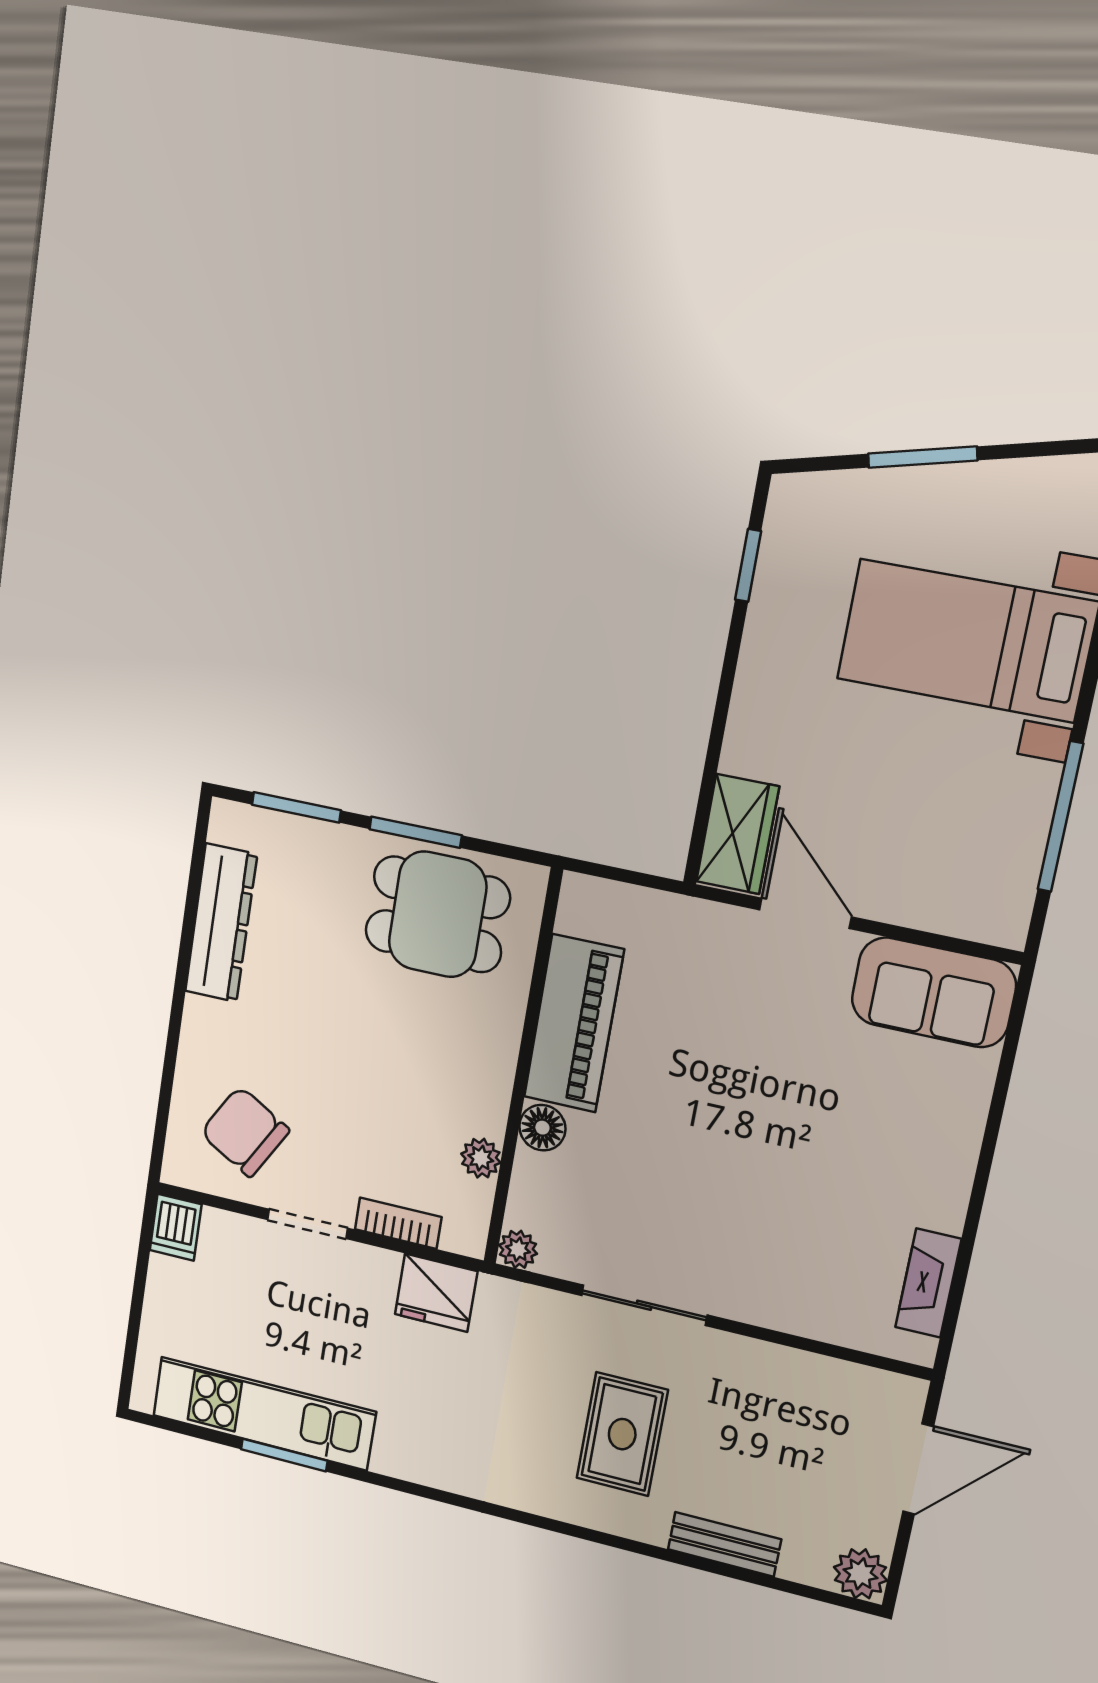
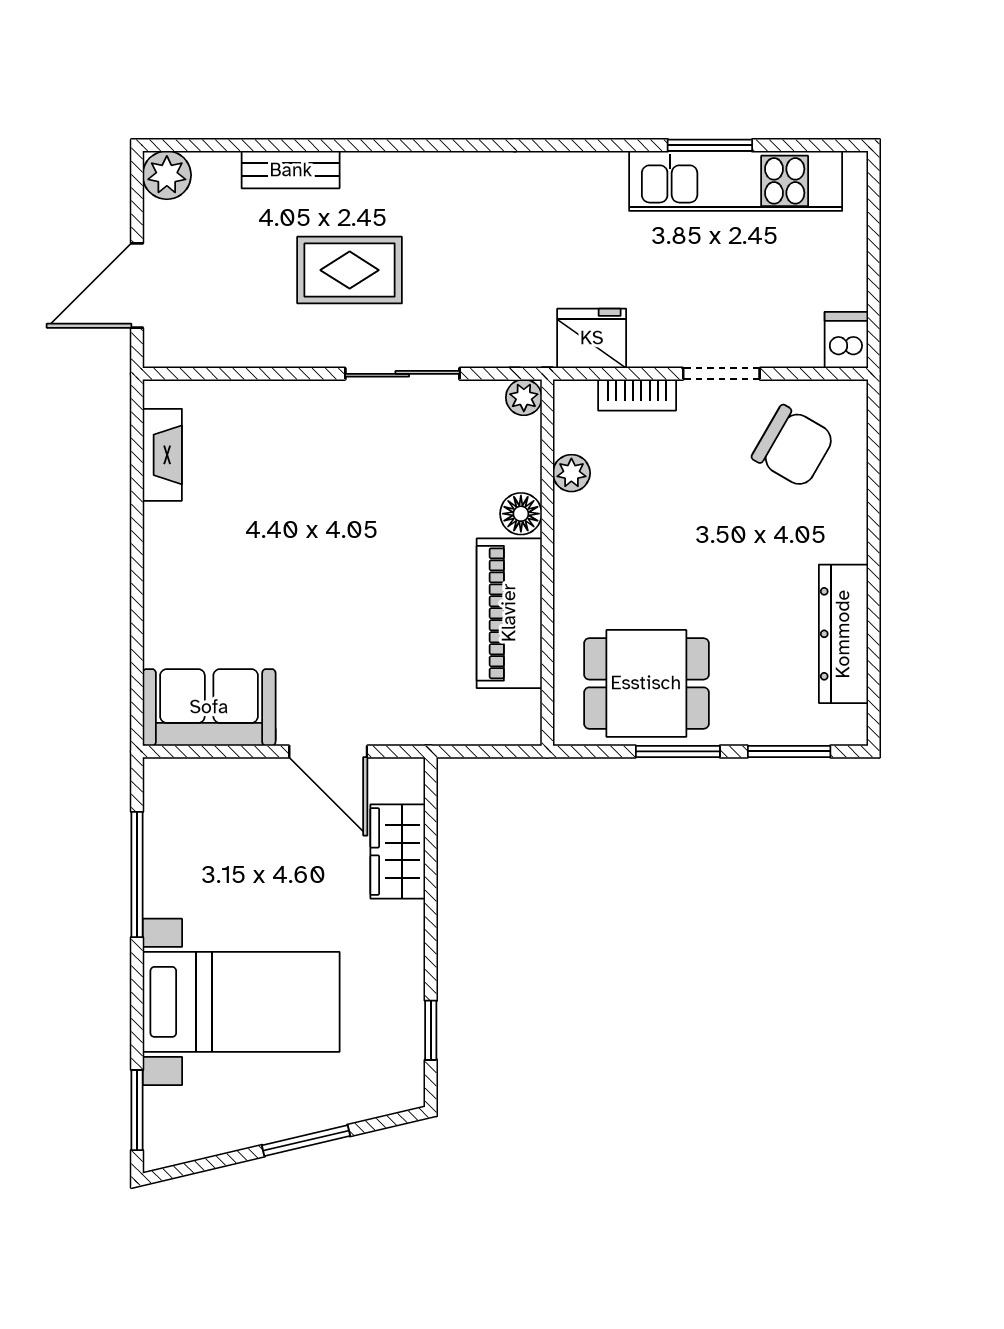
wardrobe: (738, 834) -> (398, 851), moved
rug: (622, 1434) -> (350, 270), moved, turned 90

